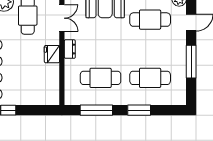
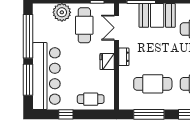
double door: (62, 18) -> (116, 28), swing flipped
cafe table: (35, 94) -> (91, 99), added

